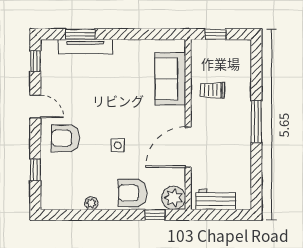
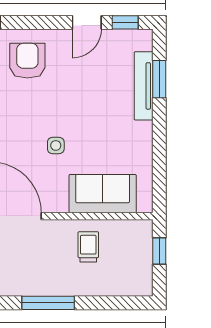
door: (35, 107) -> (87, 22), moved
side table: (118, 145) -> (56, 145), moved

